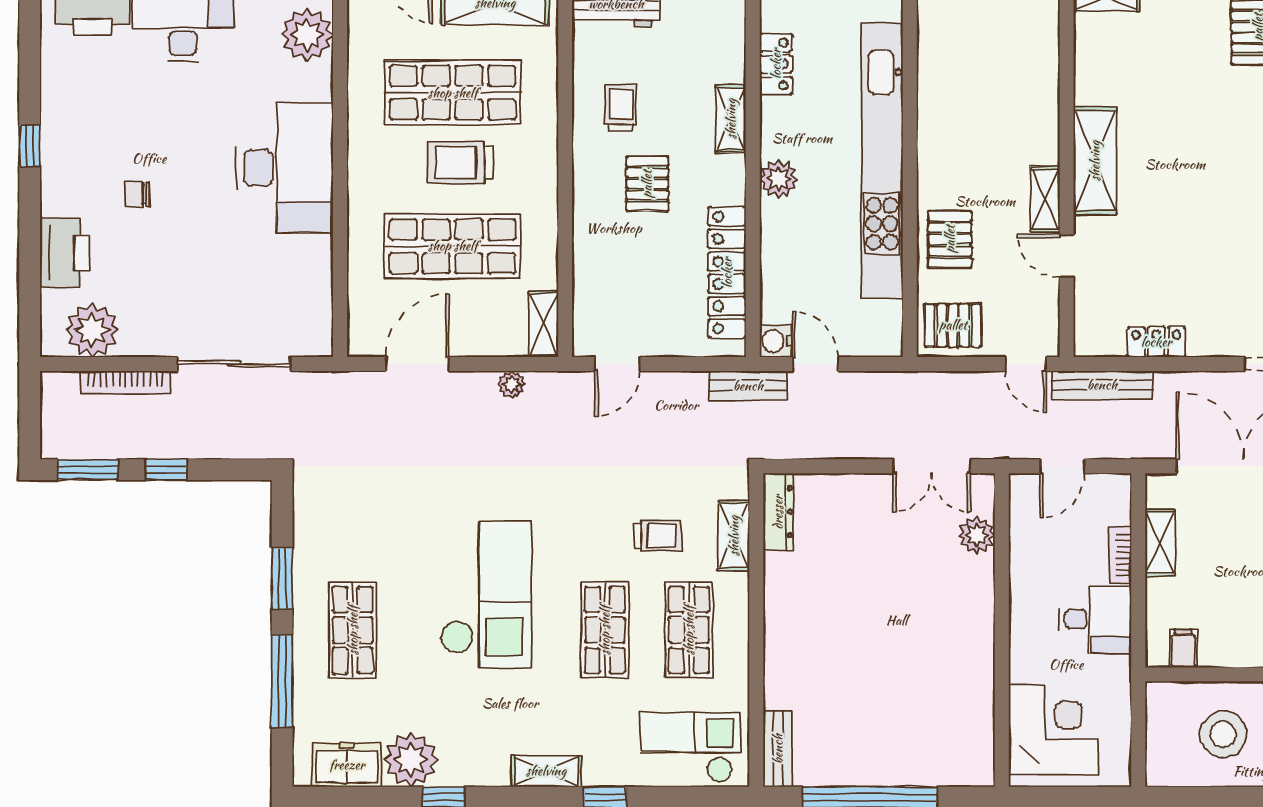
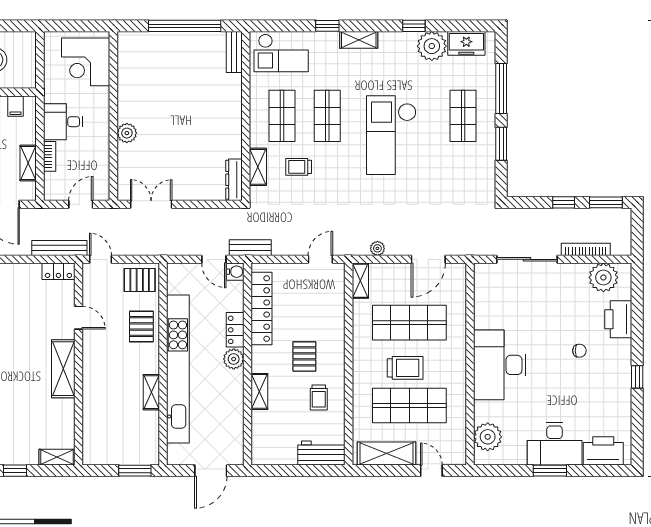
locker: (776, 64) -> (235, 330), moved
shelving: (1045, 199) -> (151, 392), moved
locker: (1156, 342) -> (58, 271), moved
plant: (977, 535) -> (127, 133), moved

